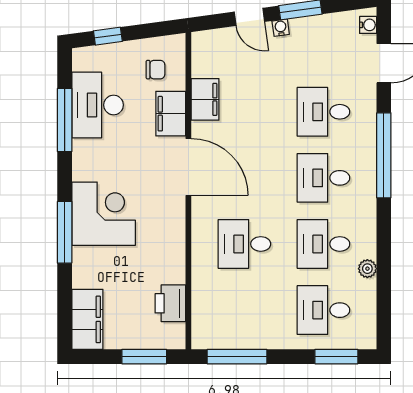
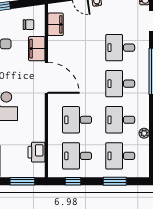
filing cabinet: (205, 99) -> (56, 24), moved
desk: (244, 310) -> (77, 156), added
window: (237, 357) -> (73, 181), width x0.46
window: (336, 357) -> (115, 181), moved

